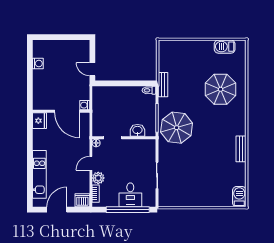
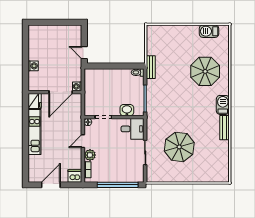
washing machine: (38, 63) -> (33, 66), moved
door: (67, 111) -> (61, 92), hinge flipped
parasol: (177, 128) -> (179, 147), moved
kitchen unit: (39, 174) -> (35, 132), moved
desk: (130, 195) -> (133, 129), moved, turned -90
barbecue: (239, 197) -> (223, 105), moved

